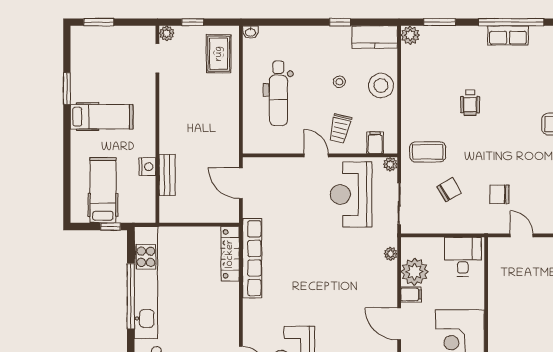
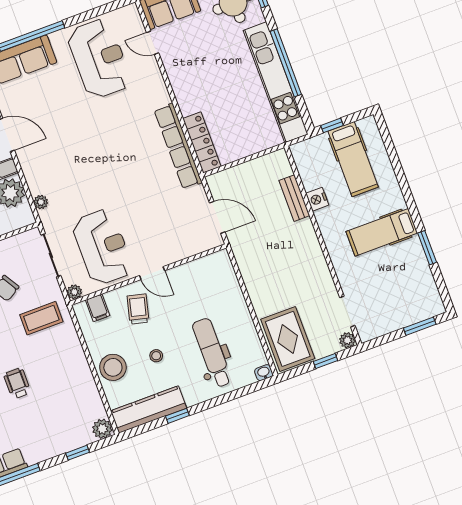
window: (440, 22) -> (78, 453), width x0.67
kitchen counter: (375, 37) -> (149, 410), width x1.50
rug: (219, 54) -> (288, 339), width x1.36, depth x1.43
dental chair: (278, 93) -> (212, 353), moved

